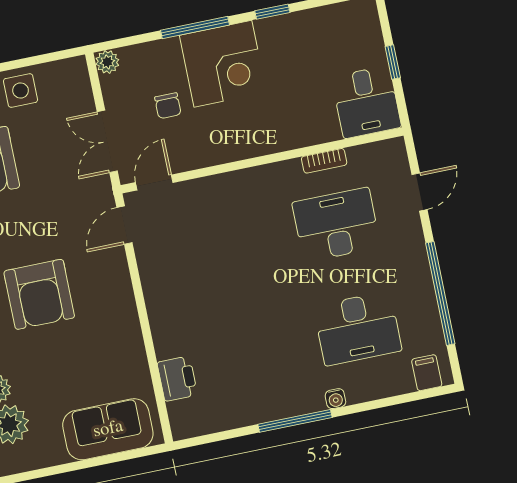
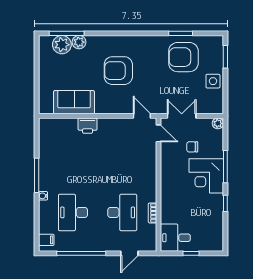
door: (419, 192) -> (129, 253), hinge flipped
printer: (177, 379) -> (88, 126), moved
sofa: (108, 429) -> (74, 102), moved, turned -90

